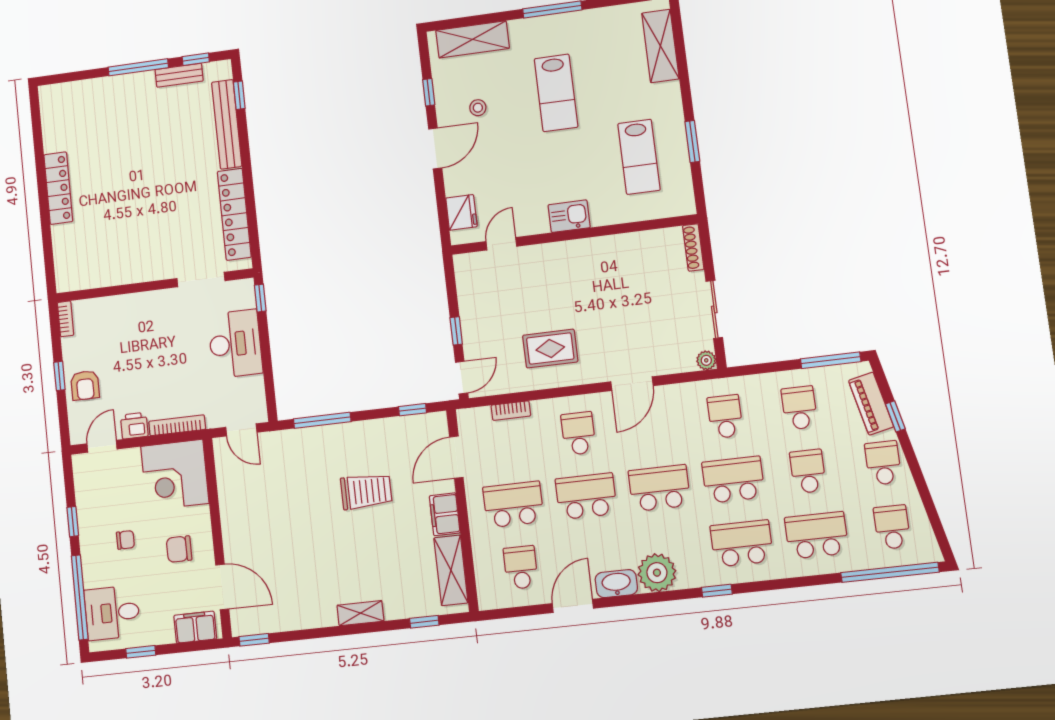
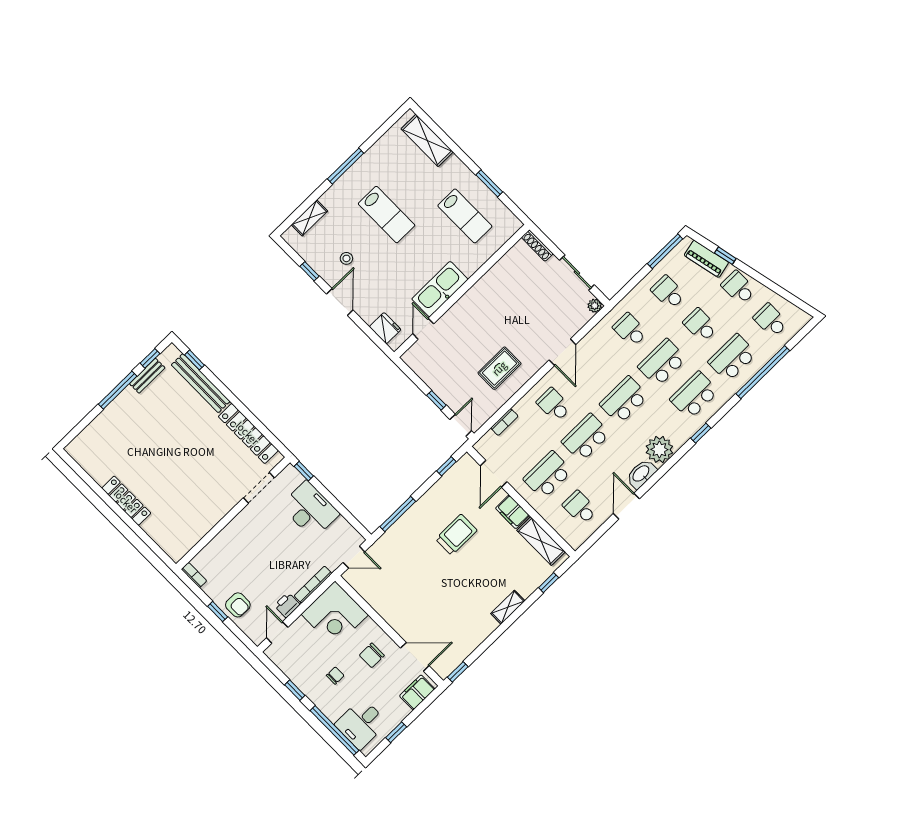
shelving: (472, 39) -> (309, 218), width x0.67, depth x0.75
kitchen sink: (569, 216) -> (440, 289), width x1.88, depth x1.24
window: (890, 572) -> (763, 372), moved

